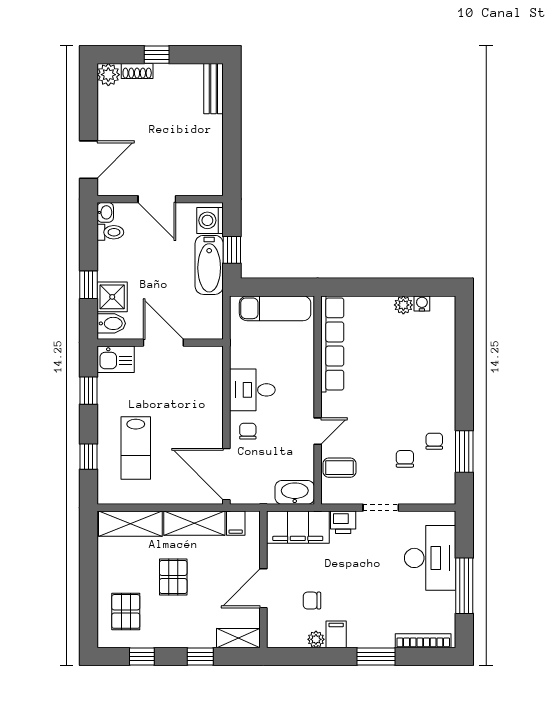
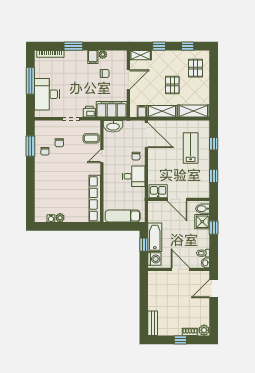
kitchen sink: (116, 359) -> (158, 191), moved

